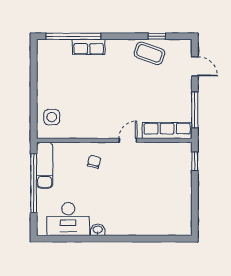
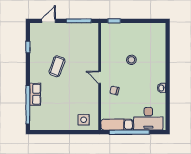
coffee table: (149, 53) -> (57, 66), moved
row of seats: (167, 131) -> (93, 40), removed
door: (128, 140) -> (100, 77), moved
stool: (138, 186) -> (131, 60), added
desk: (68, 219) -> (148, 119), moved, turned 90

